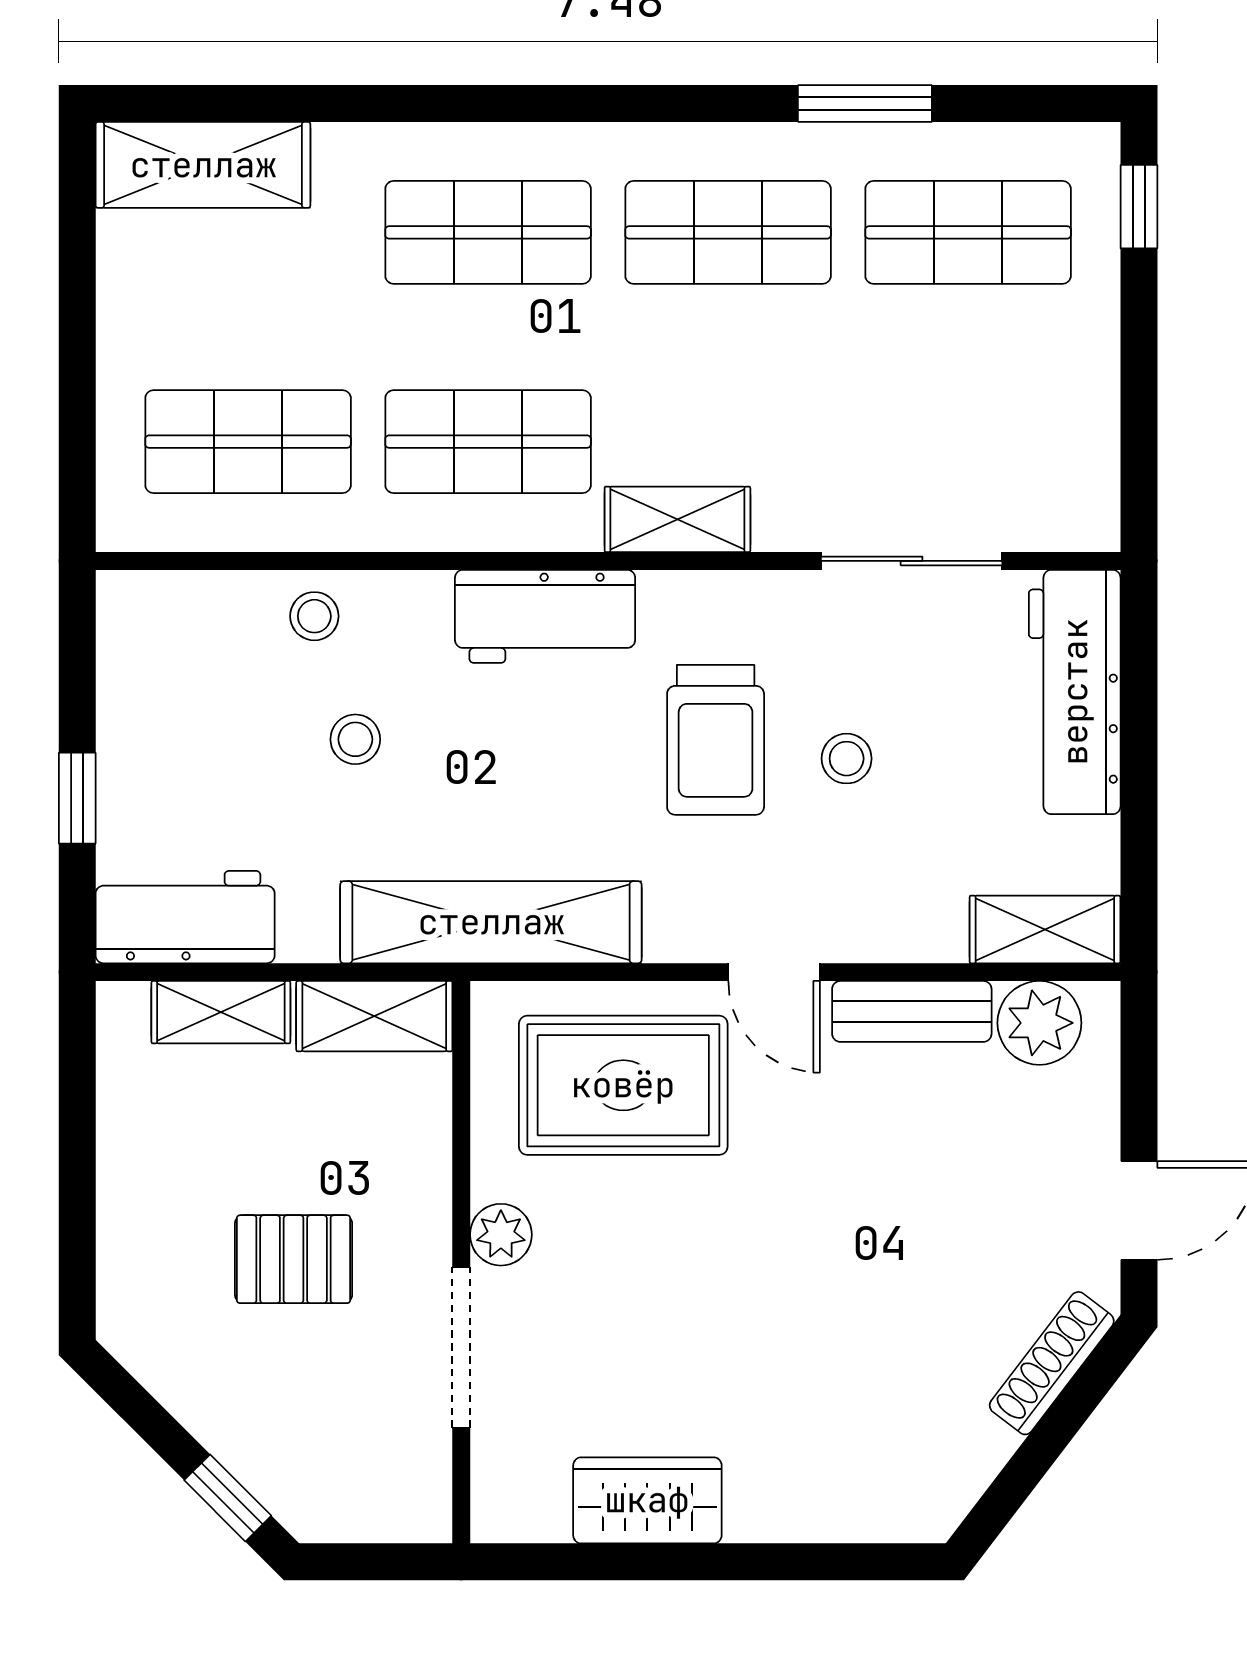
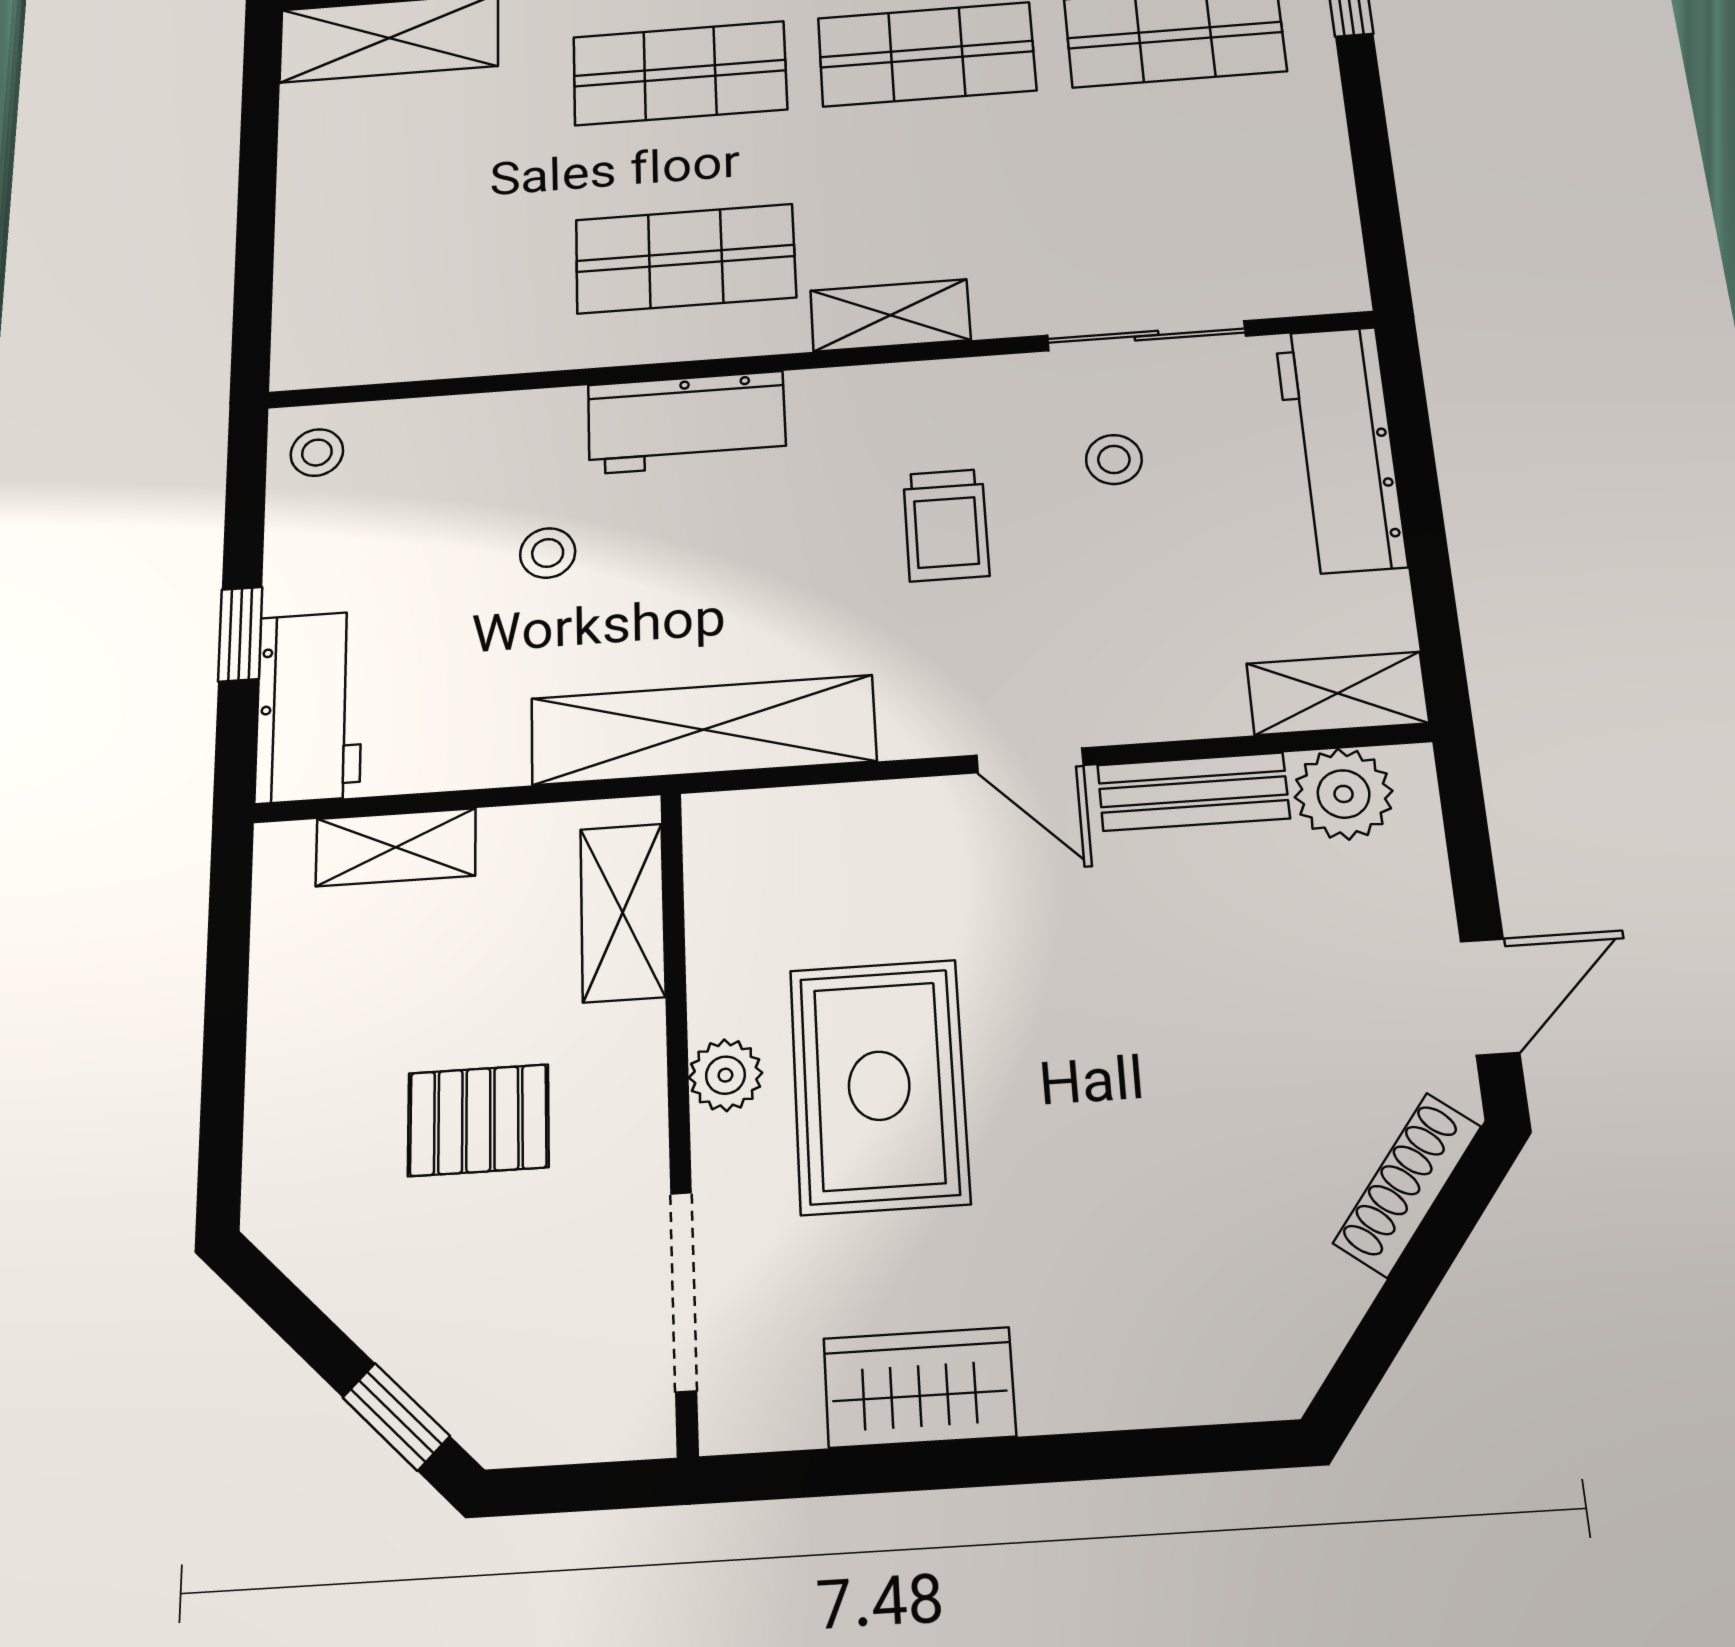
shop shelf: (248, 442) -> (432, 277), removed
stool: (314, 616) -> (317, 453), moved
workbench: (545, 616) -> (687, 422), moved
trolley: (716, 740) -> (946, 525), width x0.73, depth x0.72
stool: (847, 759) -> (1114, 459), moved
workbench: (185, 917) -> (309, 707), moved, turned 90
shelving: (374, 1016) -> (623, 912), moved, turned 90
rug: (623, 1085) -> (879, 1086), moved, turned 90
doorway: (461, 1347) -> (684, 1291), moved

